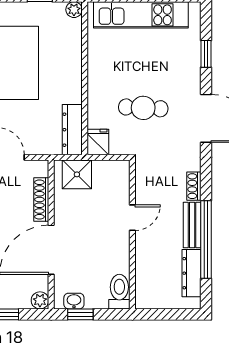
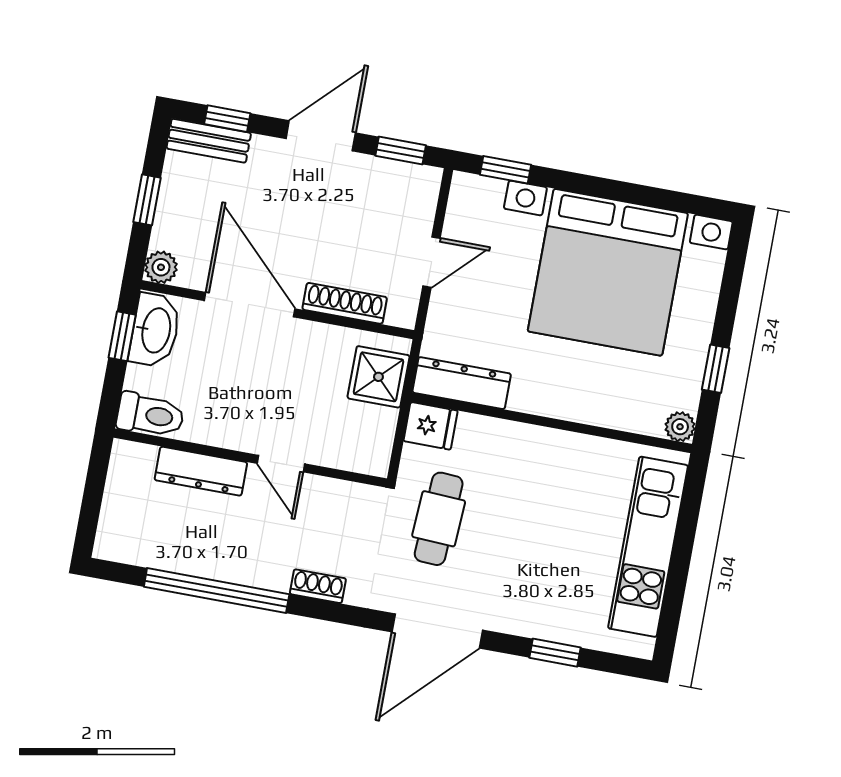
cafe table: (143, 108) -> (439, 519), moved
bench: (192, 225) -> (248, 570), removed
dresser: (191, 273) -> (201, 471), moved, turned 180
washbasin: (74, 301) -> (155, 330), width x1.91, depth x1.45

